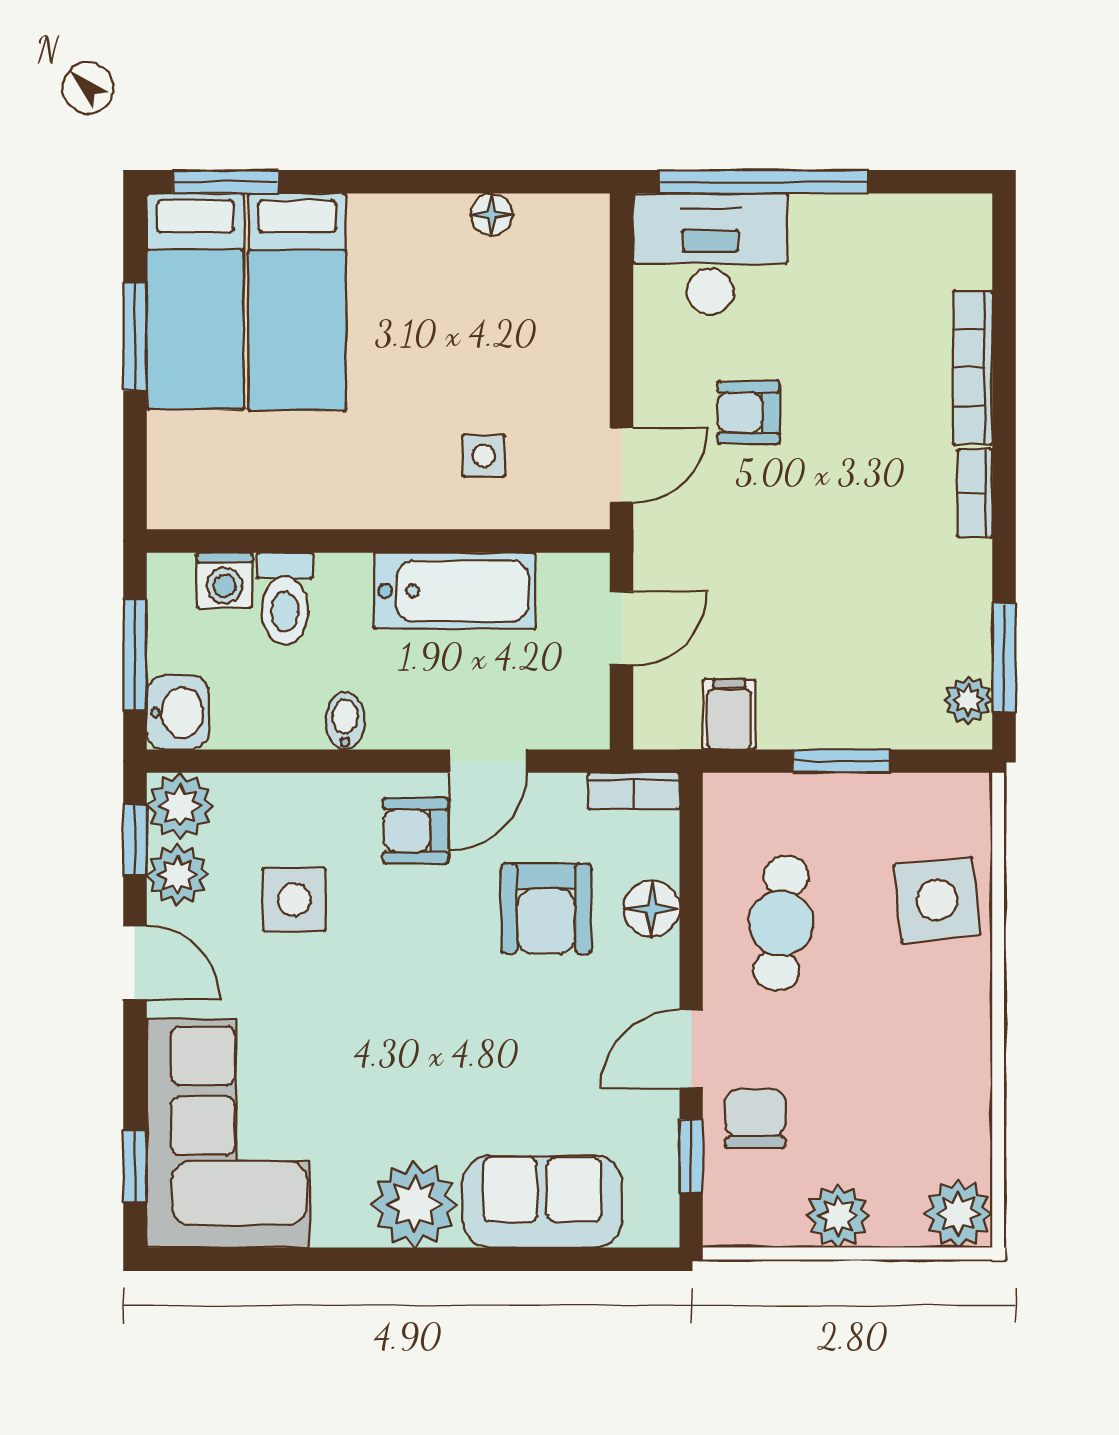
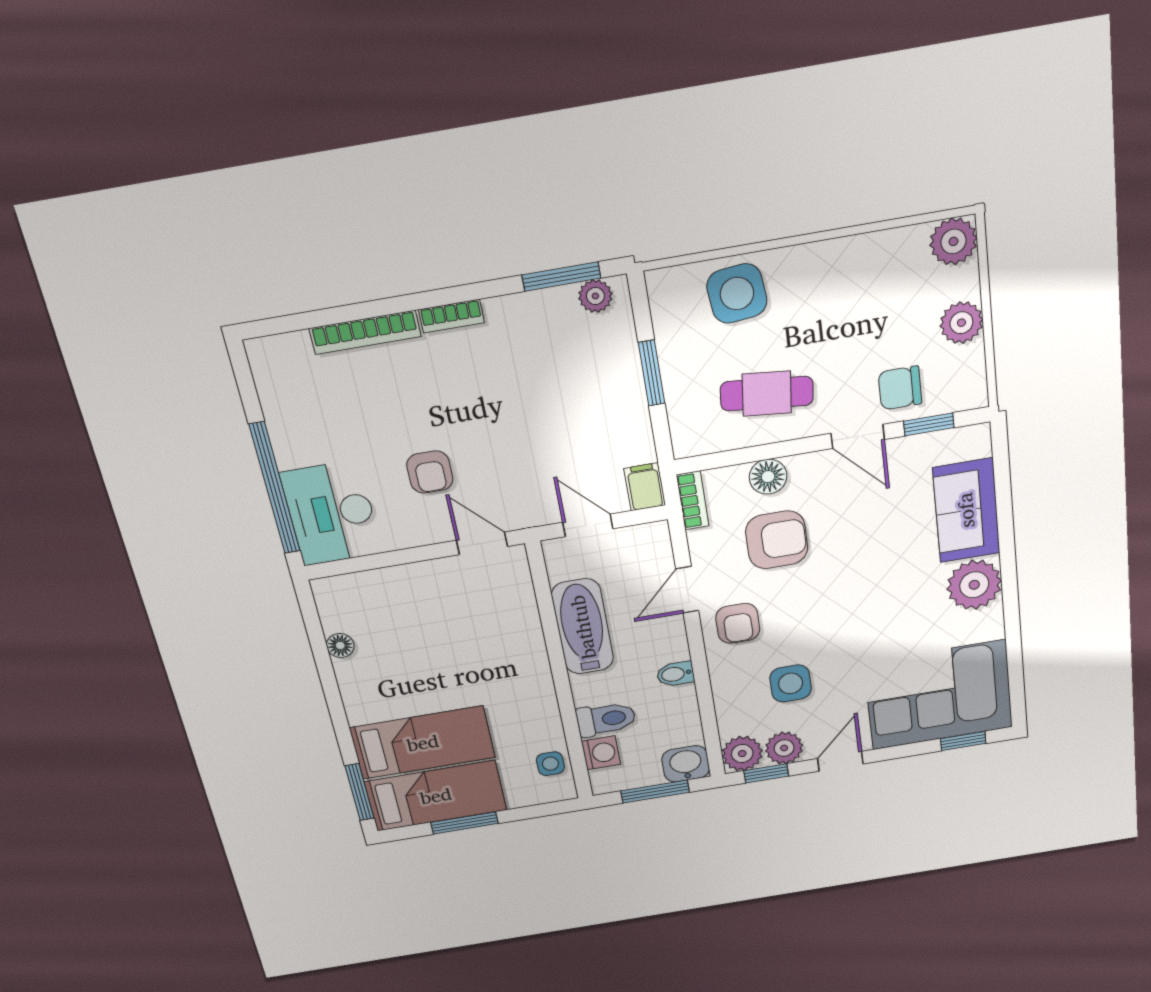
side table: (484, 456) -> (550, 764), moved
filing cabinet: (729, 715) -> (645, 487), moved, turned 90
door: (488, 761) -> (687, 590), swing flipped

